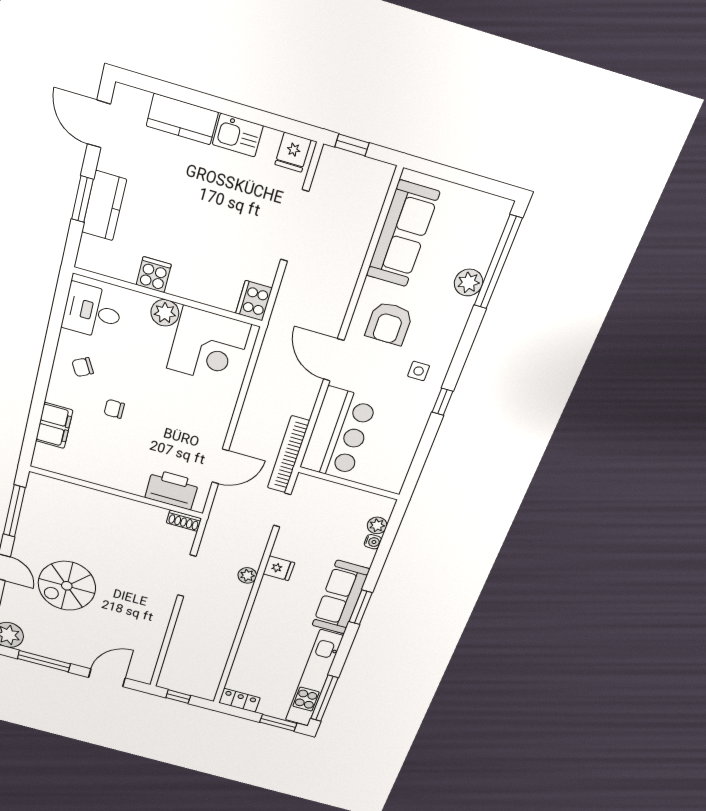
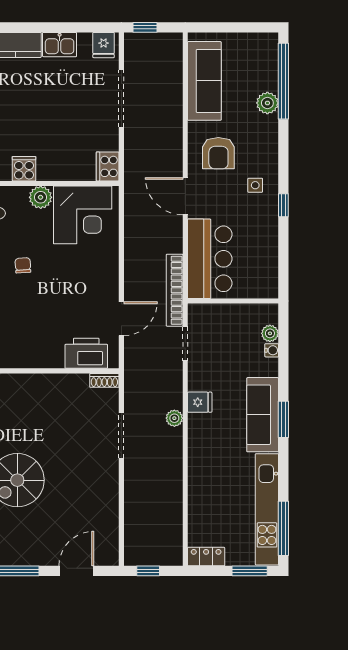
chair: (114, 409) -> (23, 265), moved, turned 86

